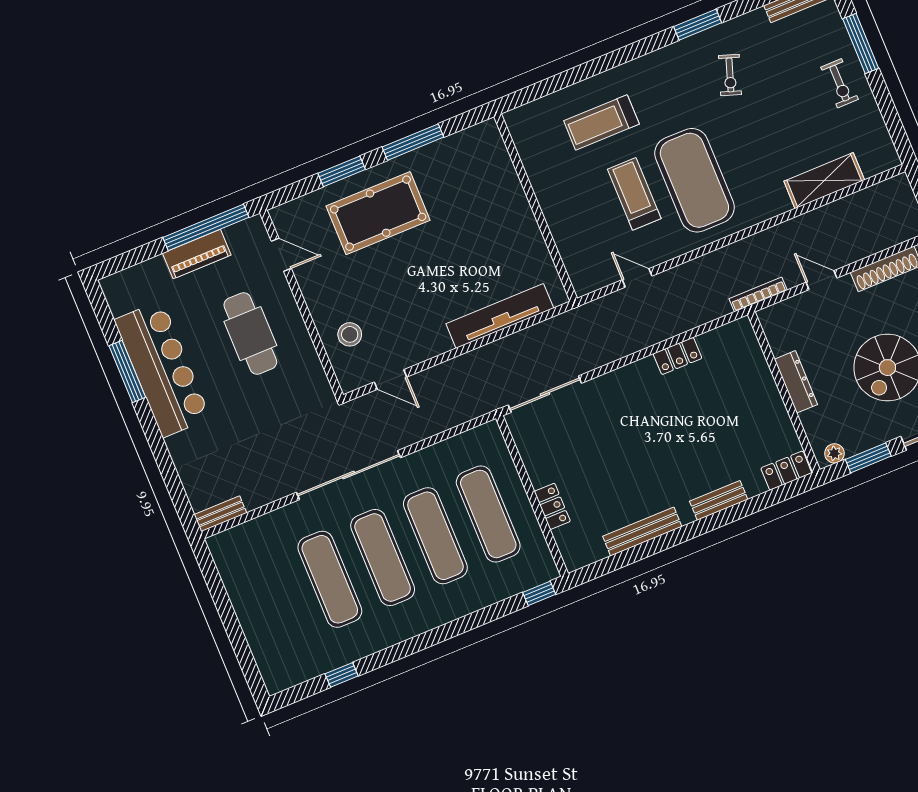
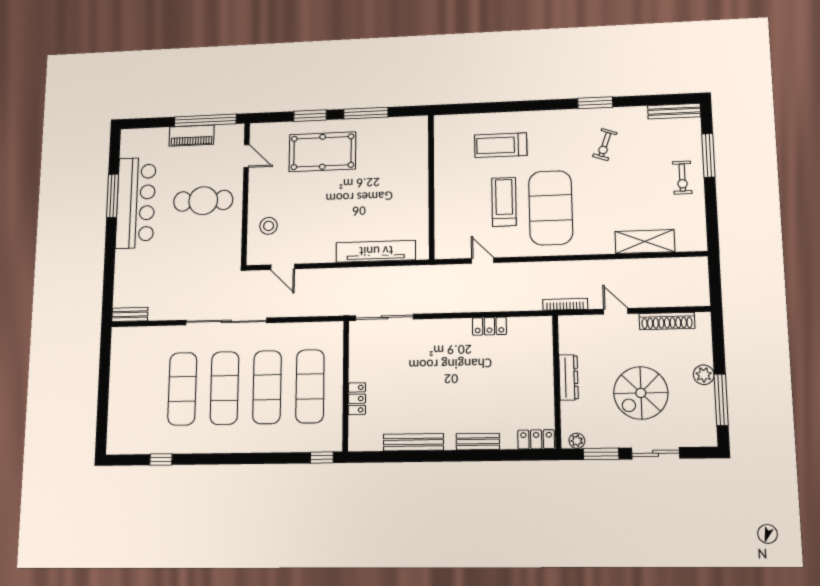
cafe table: (250, 334) -> (203, 201), turned 90

